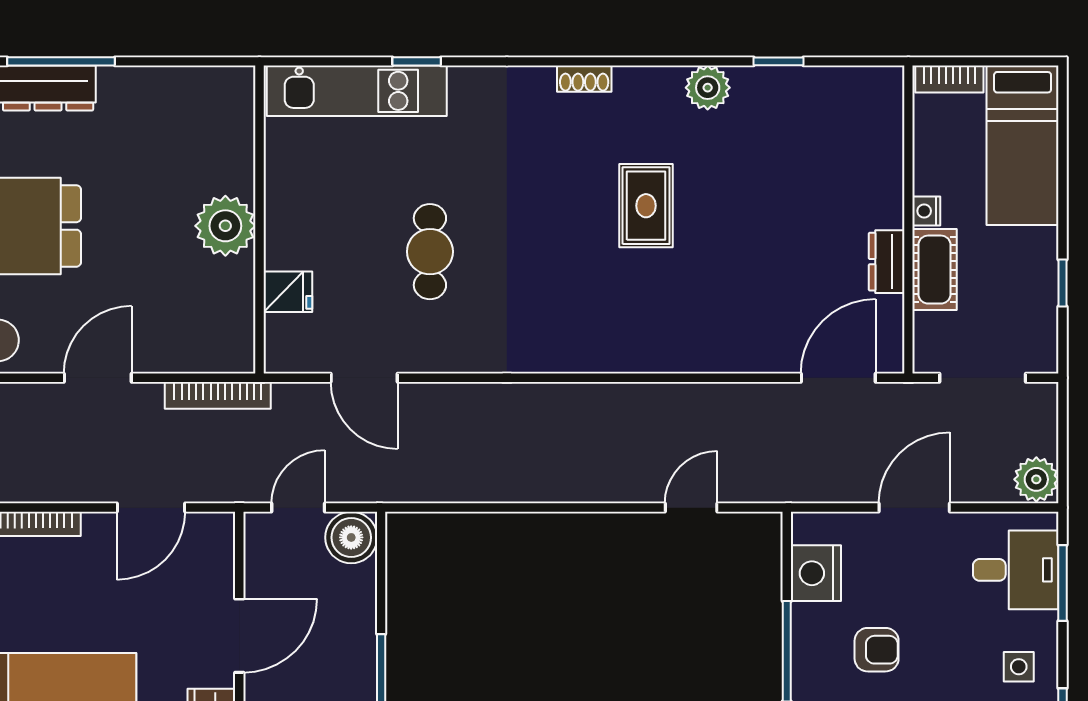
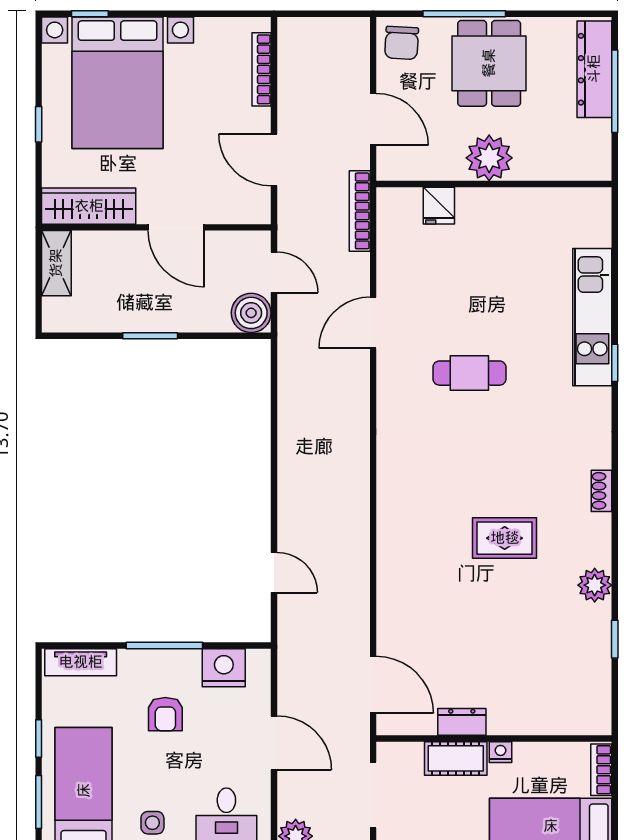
wall: (260, 220) -> (494, 184), moved
plant: (225, 226) -> (489, 158), moved
fridge: (288, 292) -> (439, 206), moved

